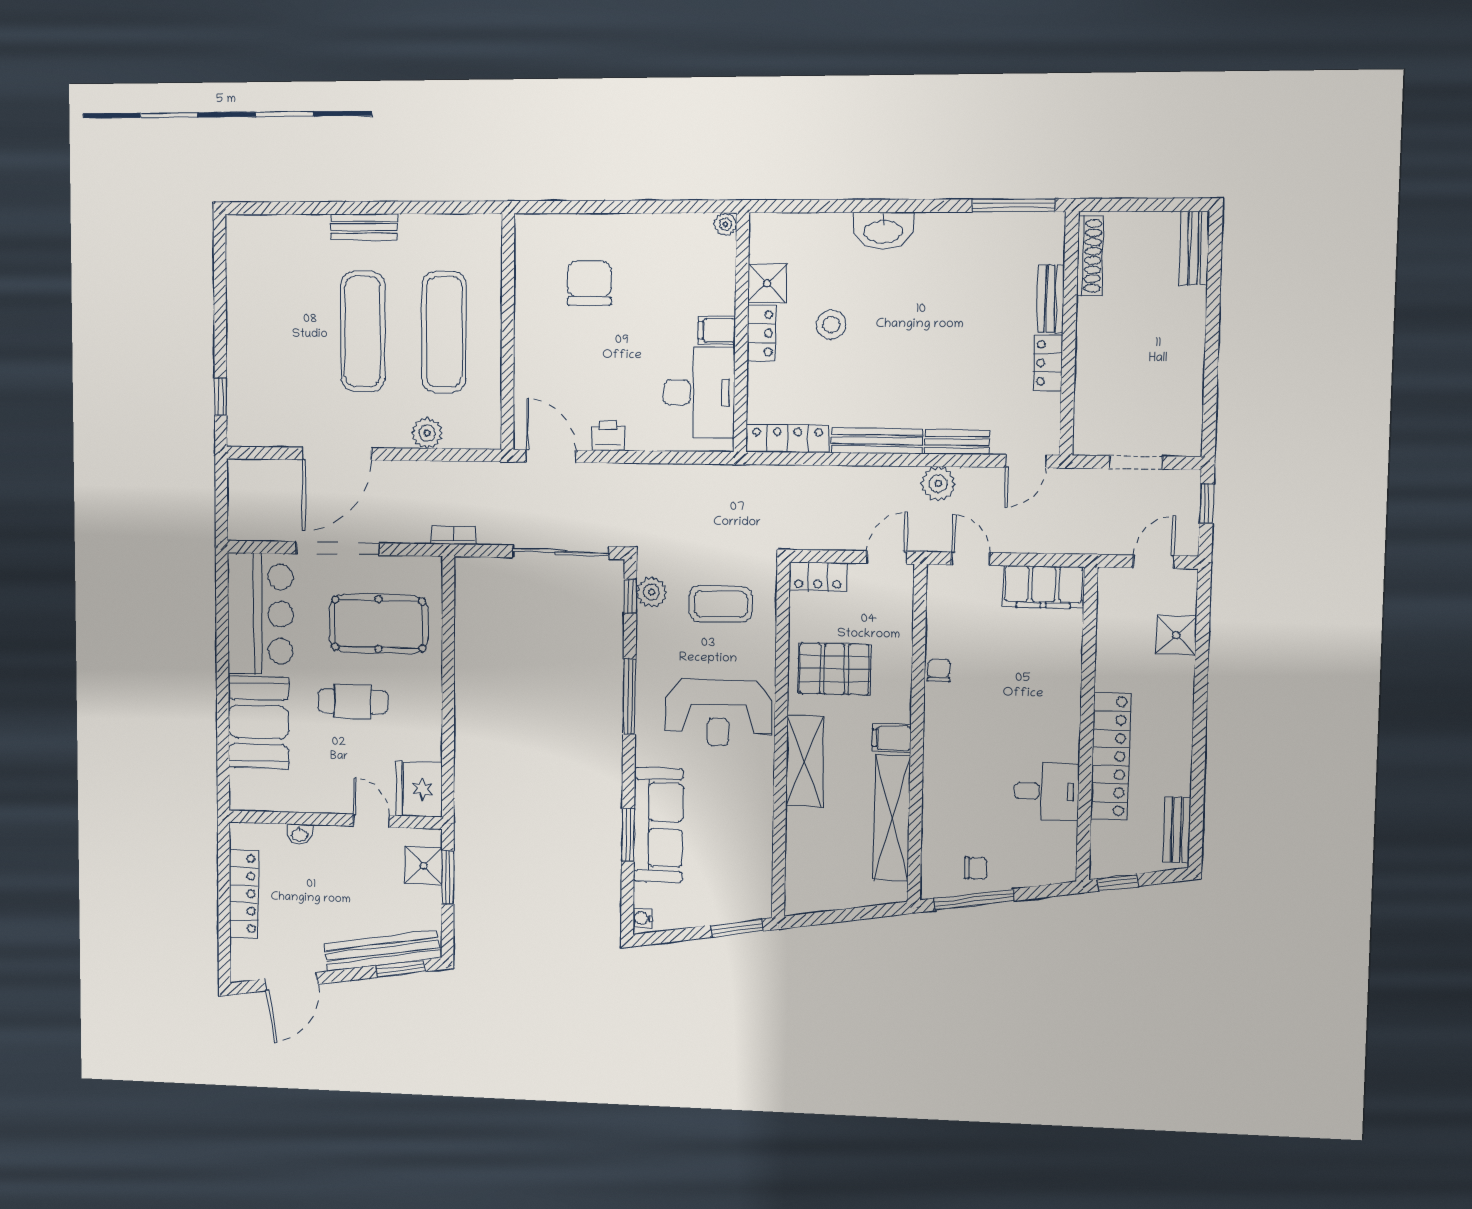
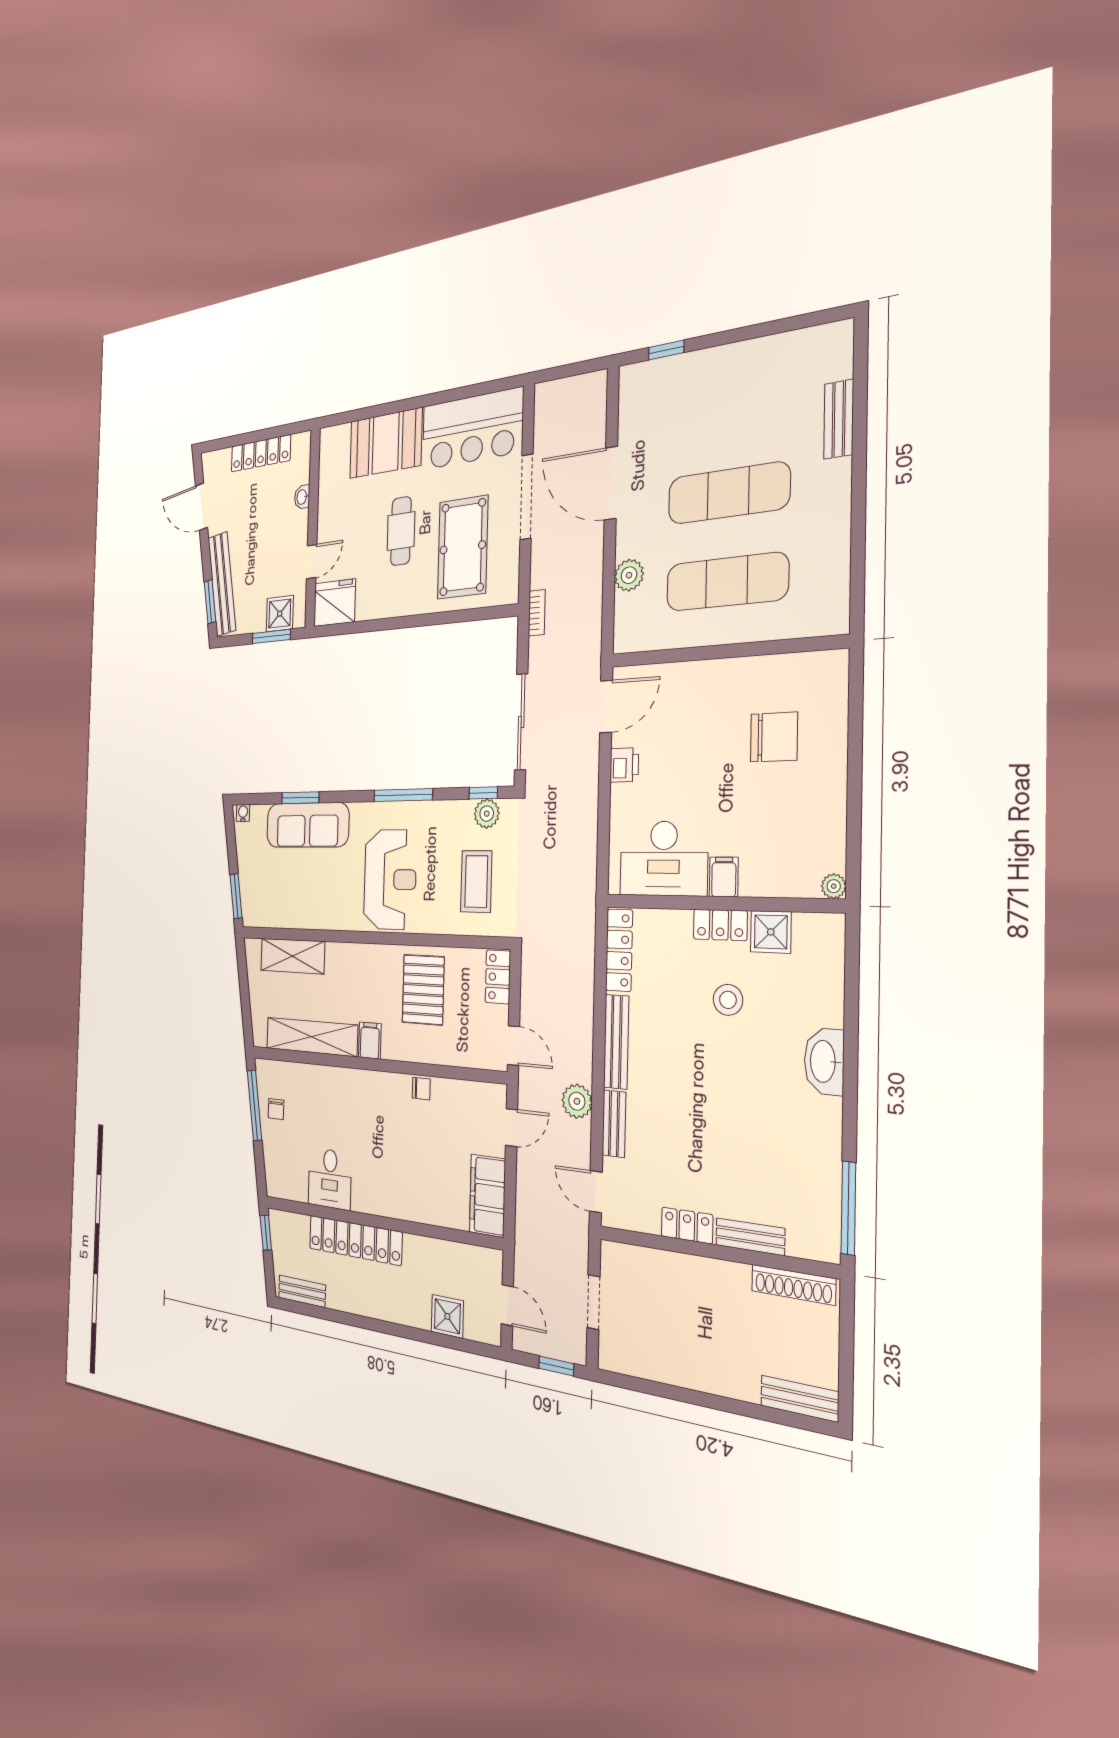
bench: (364, 227) -> (839, 419), moved
reception desk: (718, 713) -> (390, 879), turned 180
shelving: (805, 761) -> (293, 956), moved

